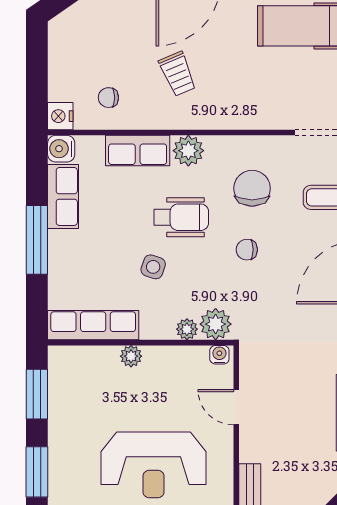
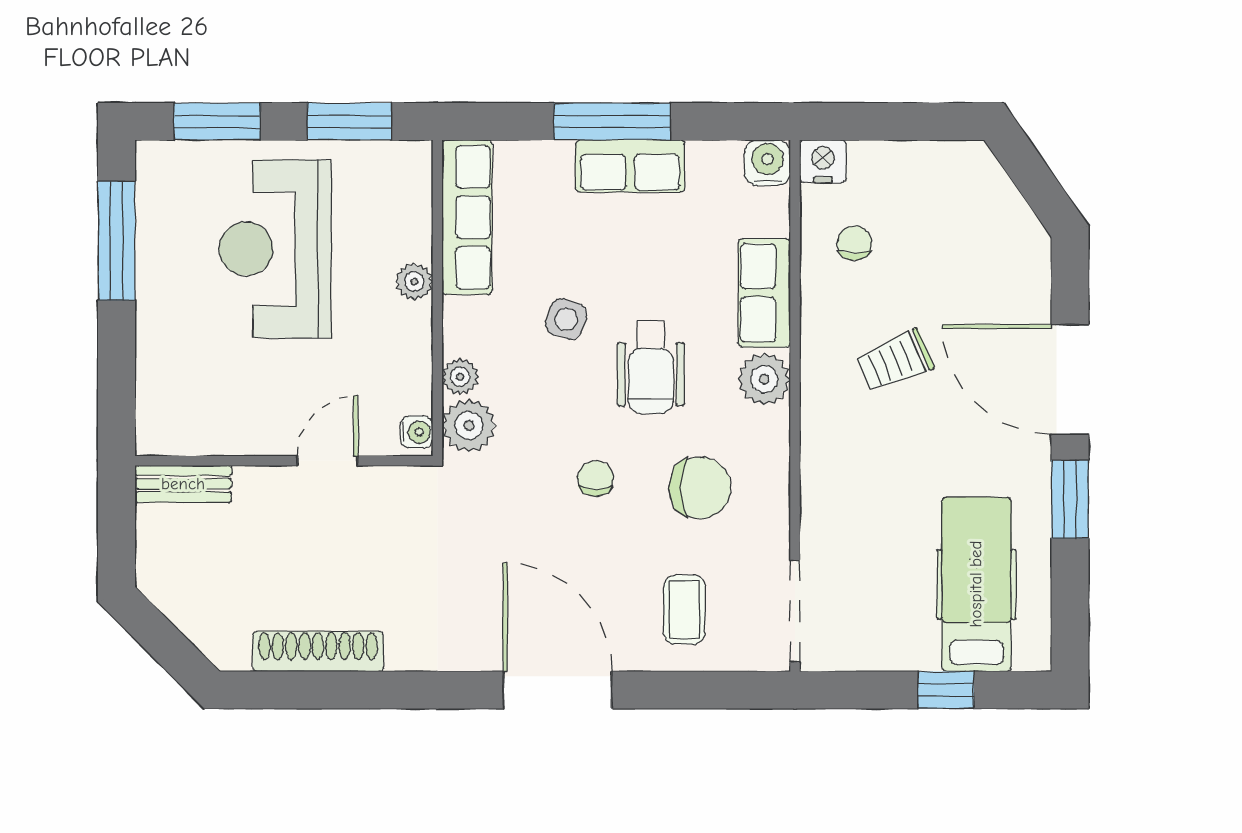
row of seats: (63, 196) -> (630, 166), moved
reception desk: (153, 465) -> (275, 249), moved

